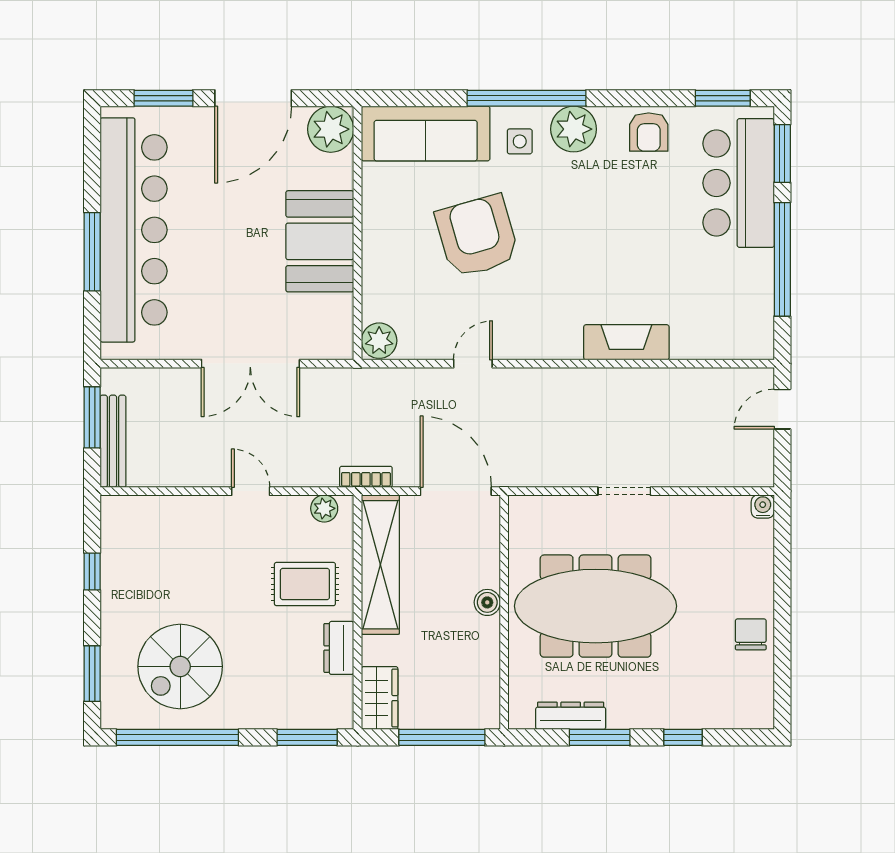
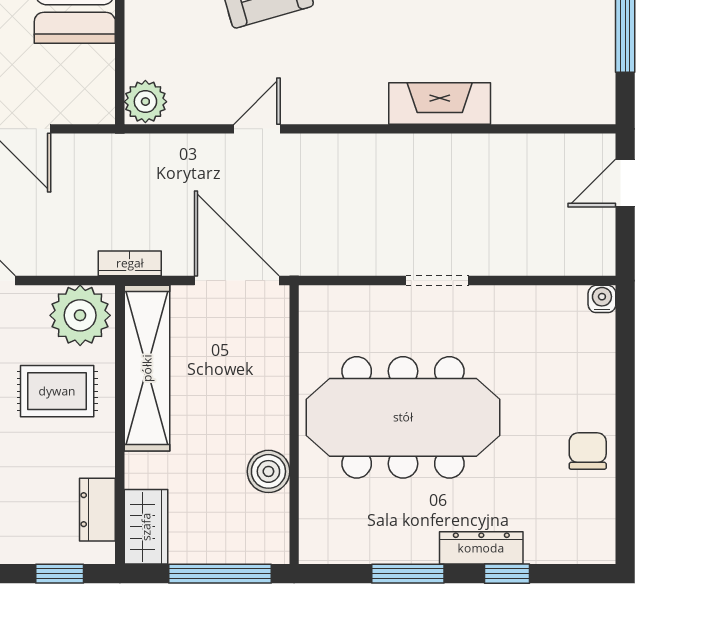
plant: (324, 508) -> (80, 315), width x1.87, depth x1.87
boiler: (487, 602) -> (268, 471), moved, width x1.36, depth x1.36
dresser: (339, 648) -> (97, 510), moved
dresser: (571, 716) -> (481, 548), moved
window: (307, 737) -> (60, 574), width x0.67

